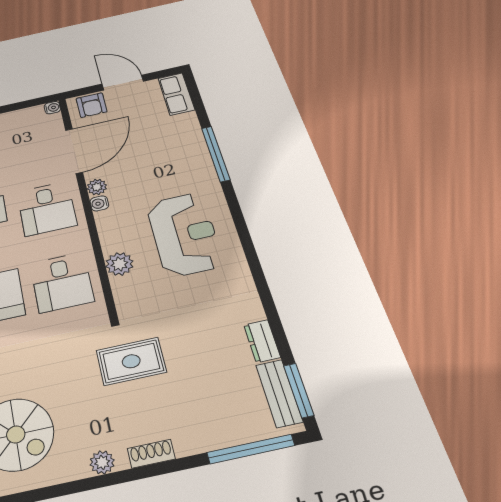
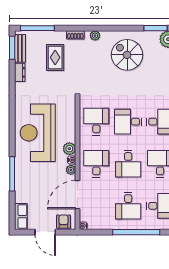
reception desk: (184, 234) -> (38, 133), width x1.36, depth x1.30
plant: (119, 264) -> (69, 149), moved
rug: (131, 361) -> (55, 57), moved, turned 90

